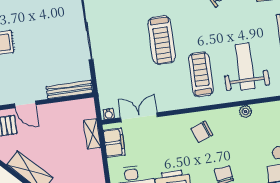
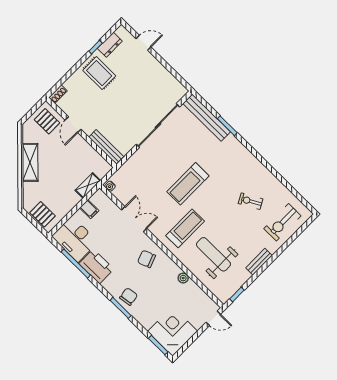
weight bench: (245, 66) -> (213, 254), turned -90
double door: (139, 117) -> (134, 219), moved
filing cabinet: (114, 143) -> (89, 209), width x0.50

